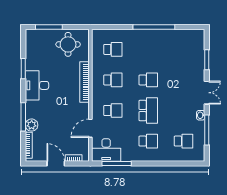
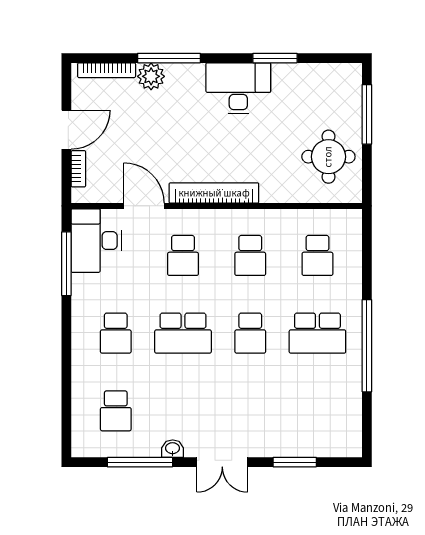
school desk: (148, 49) -> (317, 333), added
bookcase: (85, 82) -> (214, 193), moved

